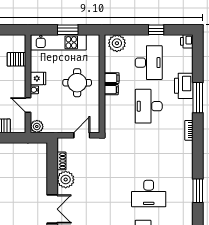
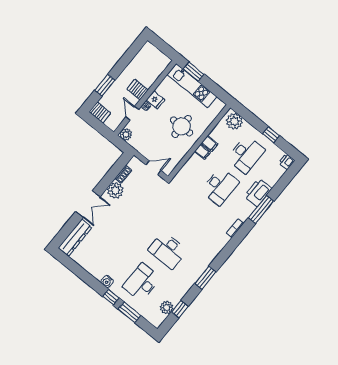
window: (68, 30) -> (194, 72), moved
server rack: (16, 59) -> (138, 90), moved
desk: (149, 106) -> (220, 186), turned 180

